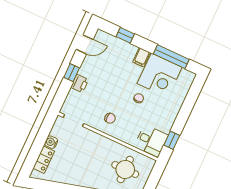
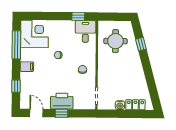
corner desk: (160, 75) -> (34, 34), moved
printer: (80, 83) -> (62, 101), width x1.87, depth x1.48

